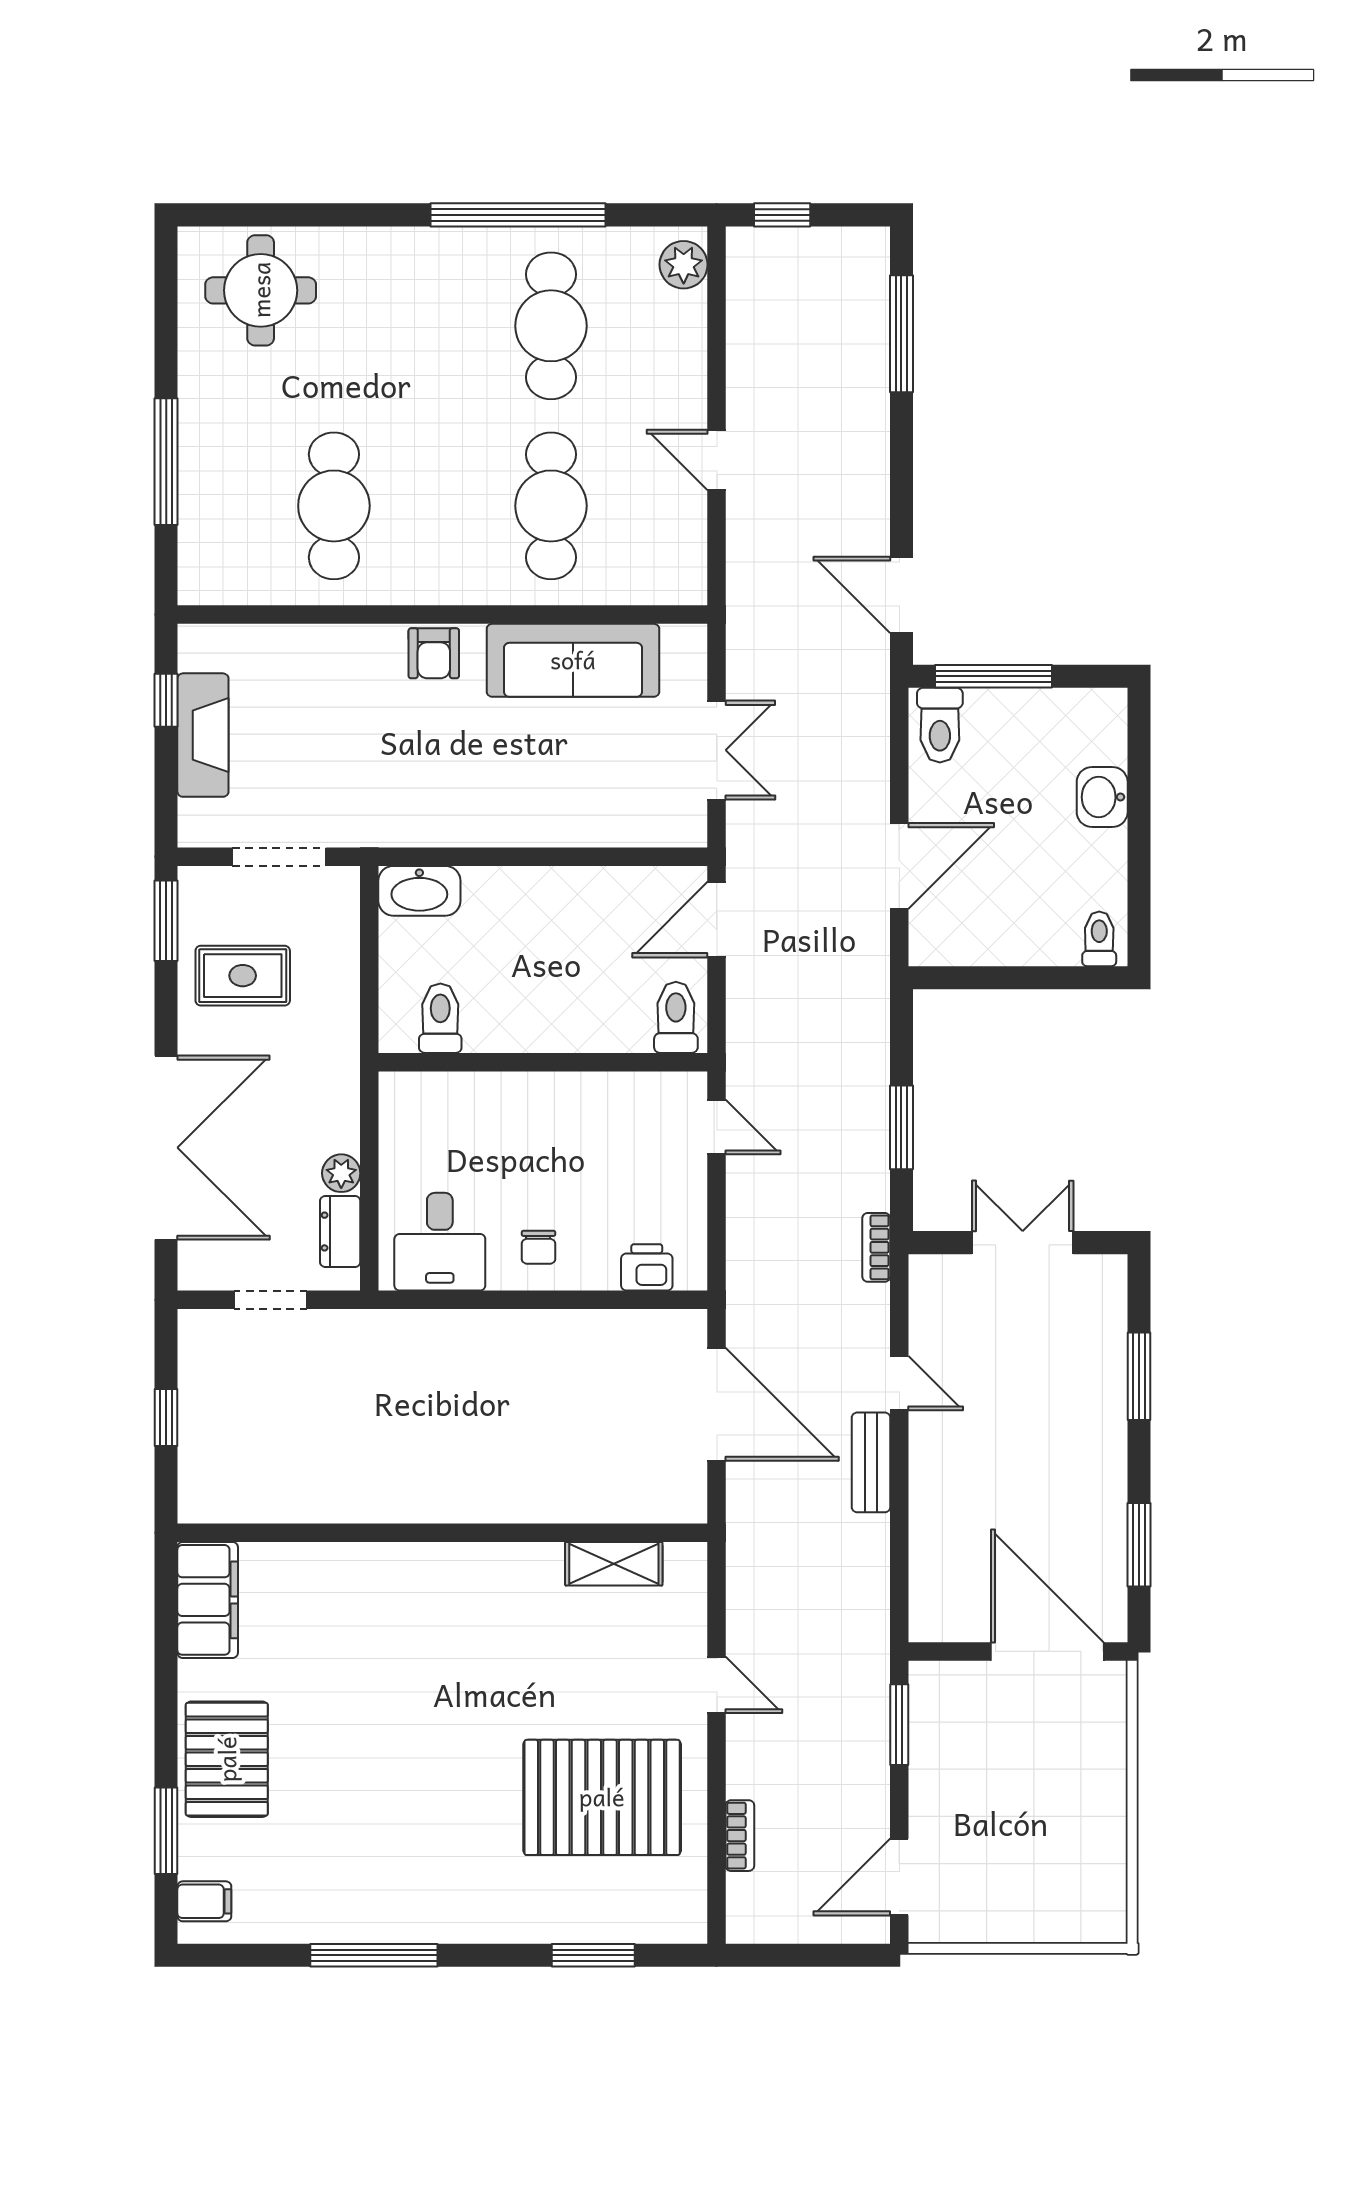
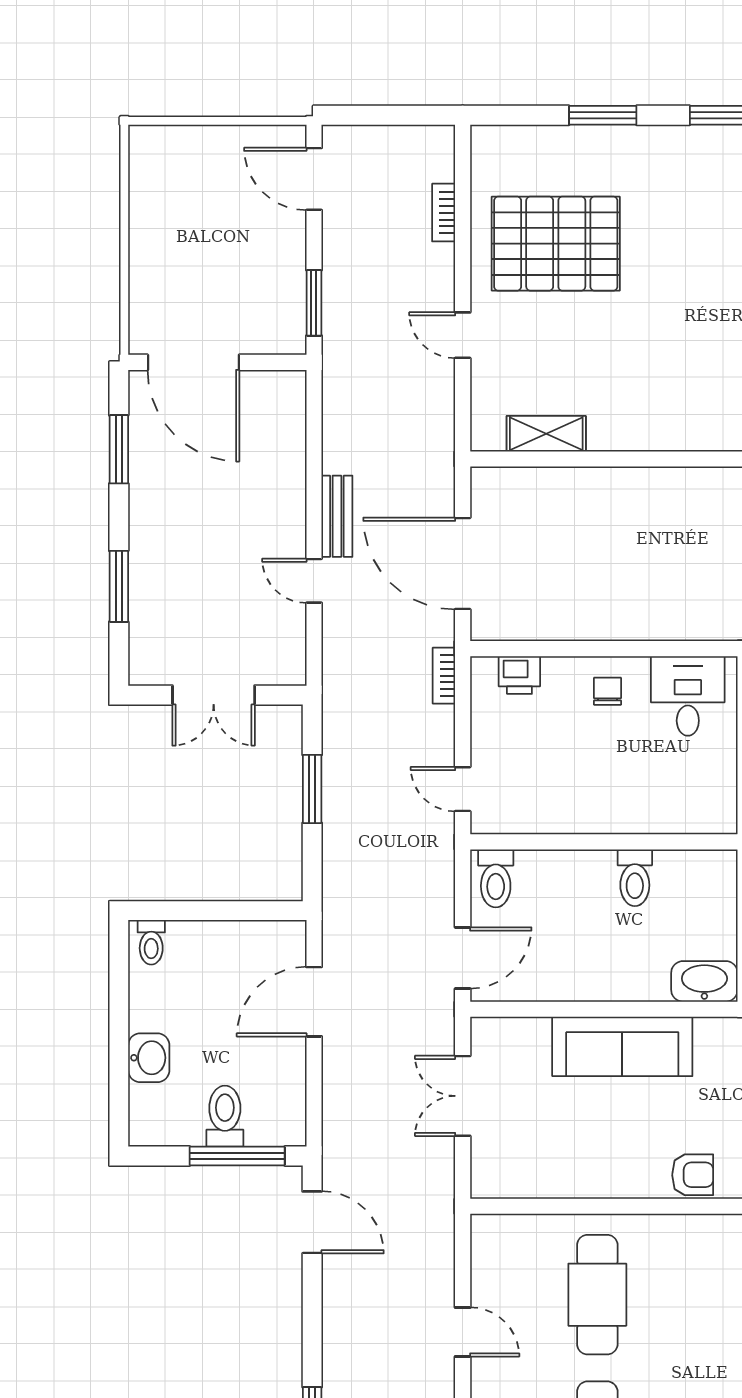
armchair: (434, 653) -> (693, 1175), turned 90
sofa: (573, 660) -> (622, 1046), moved, turned 180
toilet: (940, 725) -> (225, 1116), moved
toilet: (440, 1018) -> (635, 878), moved
bookcase: (876, 1247) -> (444, 676), moved, turned 180
door: (899, 1877) -> (314, 179), swing flipped
window: (593, 1955) -> (603, 115), moved

